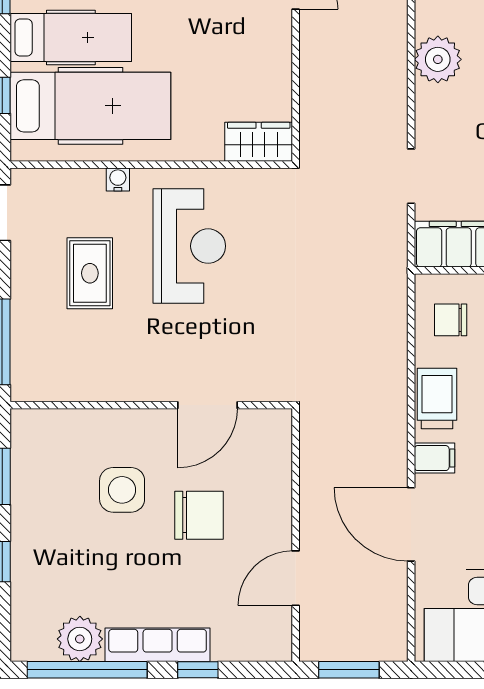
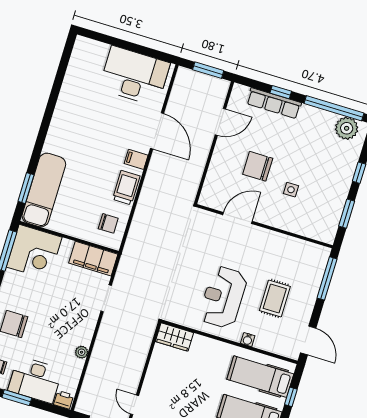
plant: (438, 59) -> (82, 352), width x0.53, depth x0.53
hospital bed: (90, 106) -> (260, 377), width x0.73, depth x0.78
trolley: (437, 398) -> (126, 188), turned 180
side table: (122, 490) -> (291, 190), width x0.54, depth x0.54
plant: (80, 639) -> (347, 128), moved
row of seats: (158, 645) -> (274, 103), moved

